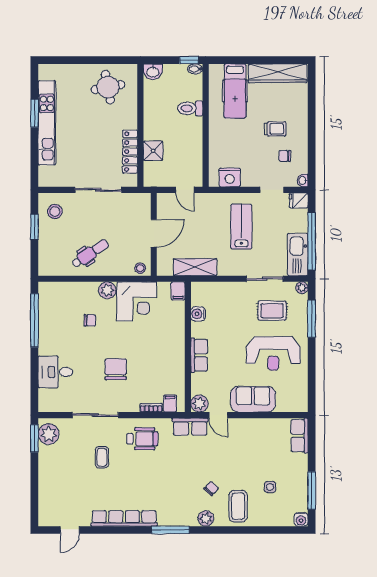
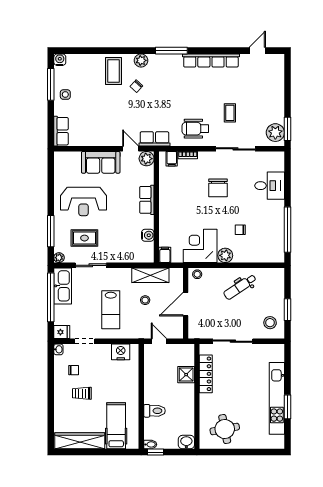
stool: (201, 238) -> (145, 300), added
reception desk: (273, 353) -> (84, 201), turned 180
side table: (270, 487) -> (65, 95), moved

